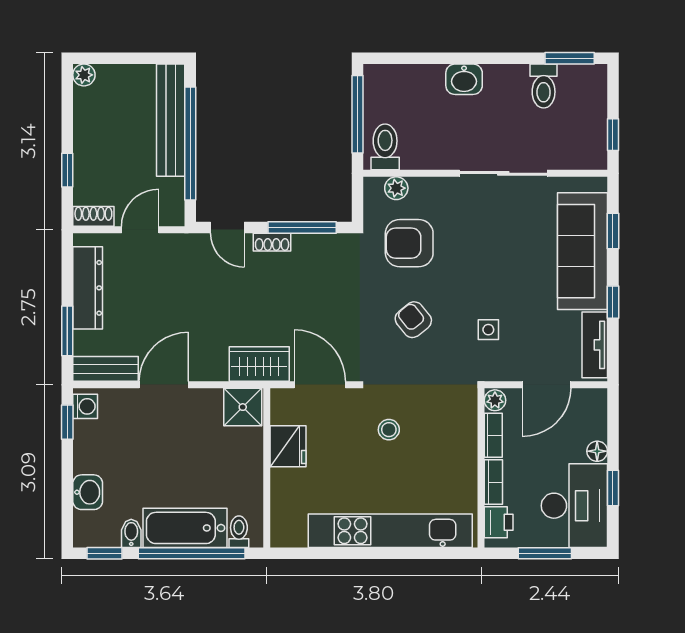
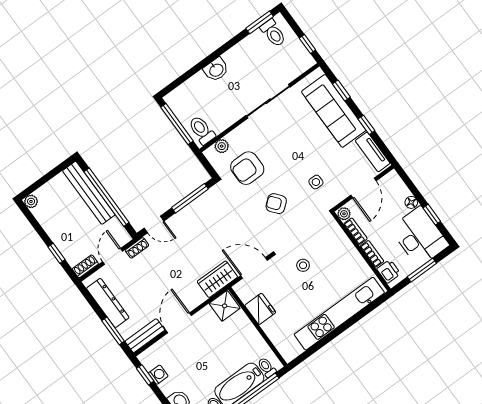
toilet: (544, 86) -> (273, 33), moved
shoe rack: (272, 242) -> (137, 248), moved
washing machine: (85, 406) -> (158, 375), moved

